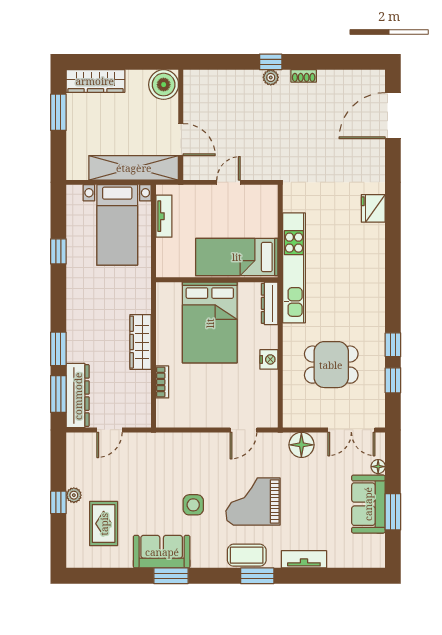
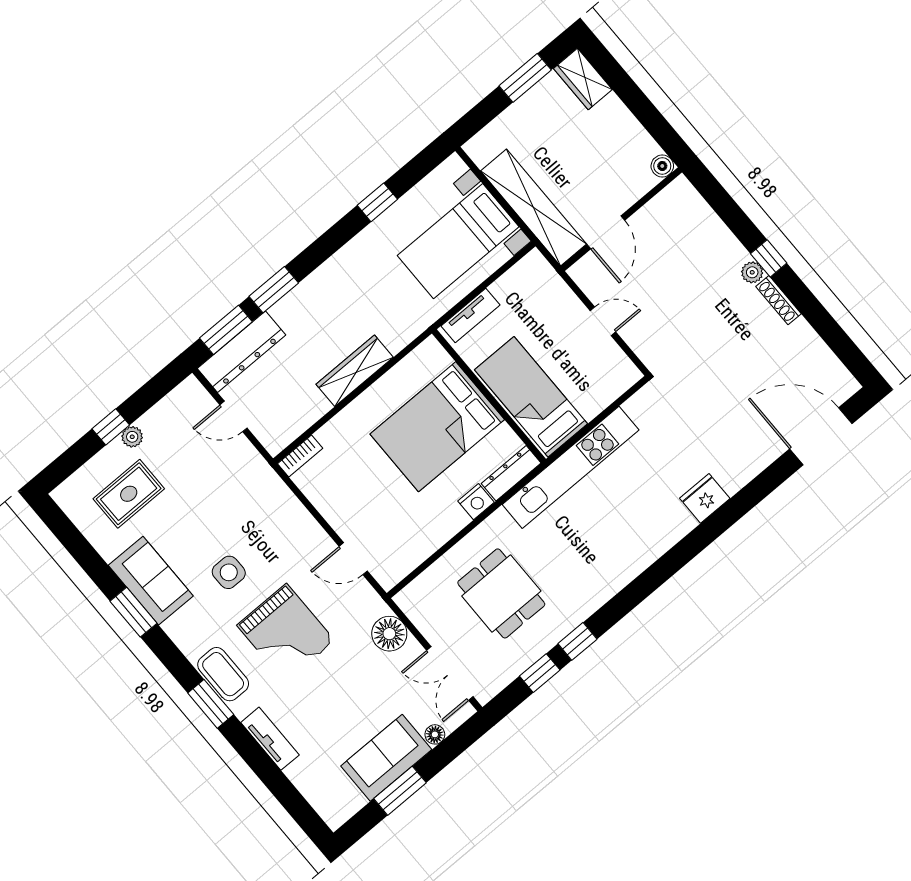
shoe rack: (304, 76) -> (778, 300), width x1.43
wardrobe: (95, 81) -> (583, 79), width x0.67
boiler: (164, 85) -> (662, 166), width x0.54, depth x0.54
tv unit: (164, 216) -> (471, 315), moved
nightstand: (269, 359) -> (476, 502), moved
bookcase: (162, 382) -> (300, 456), moved
grand piano: (253, 502) -> (286, 633), turned 180

